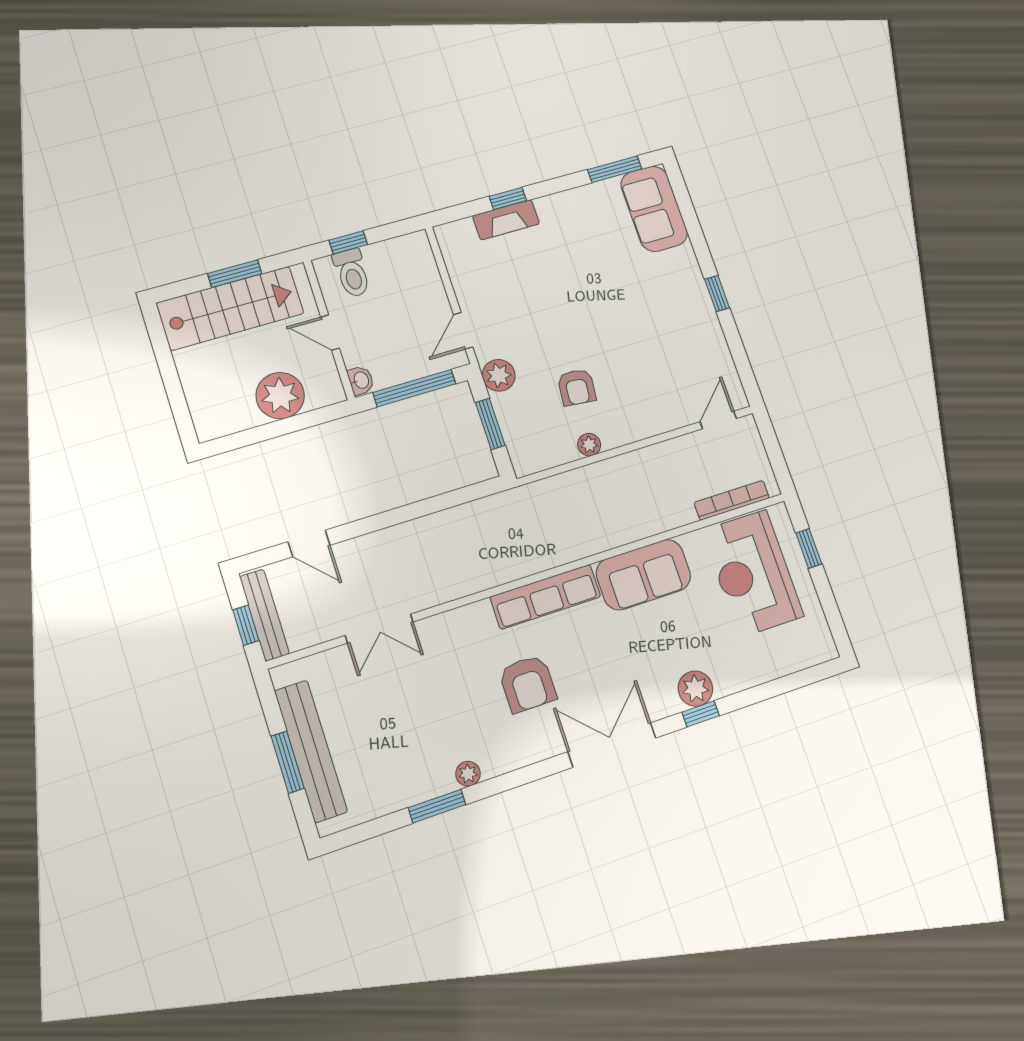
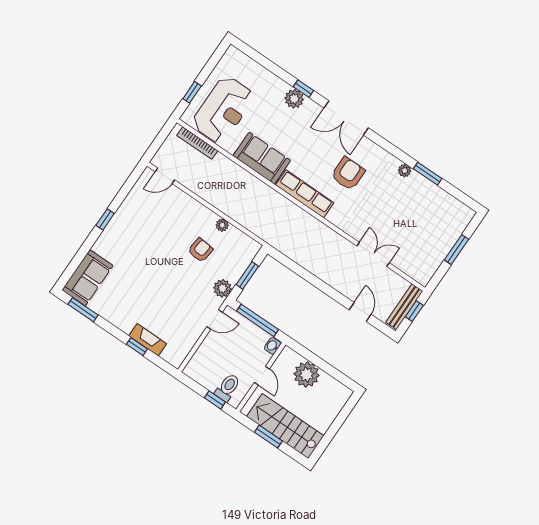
bench: (311, 751) -> (445, 243), removed

